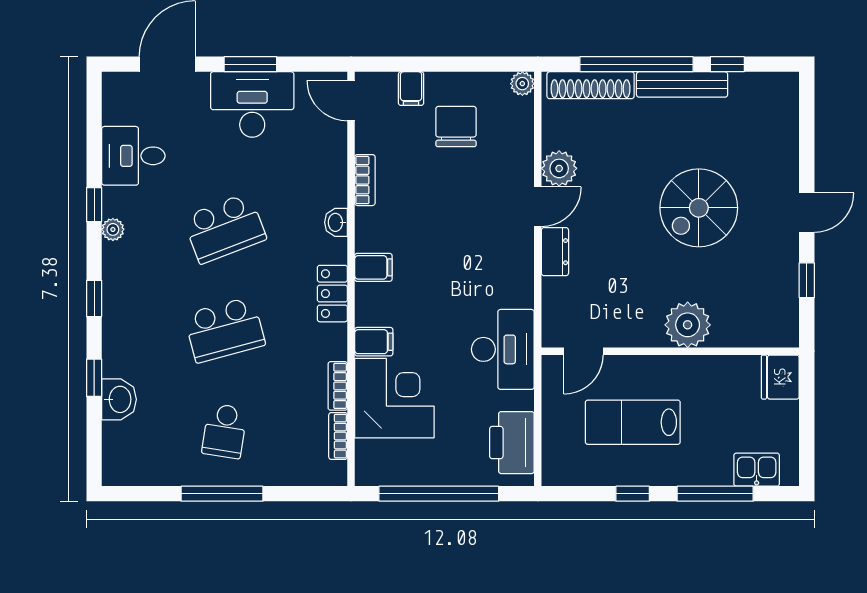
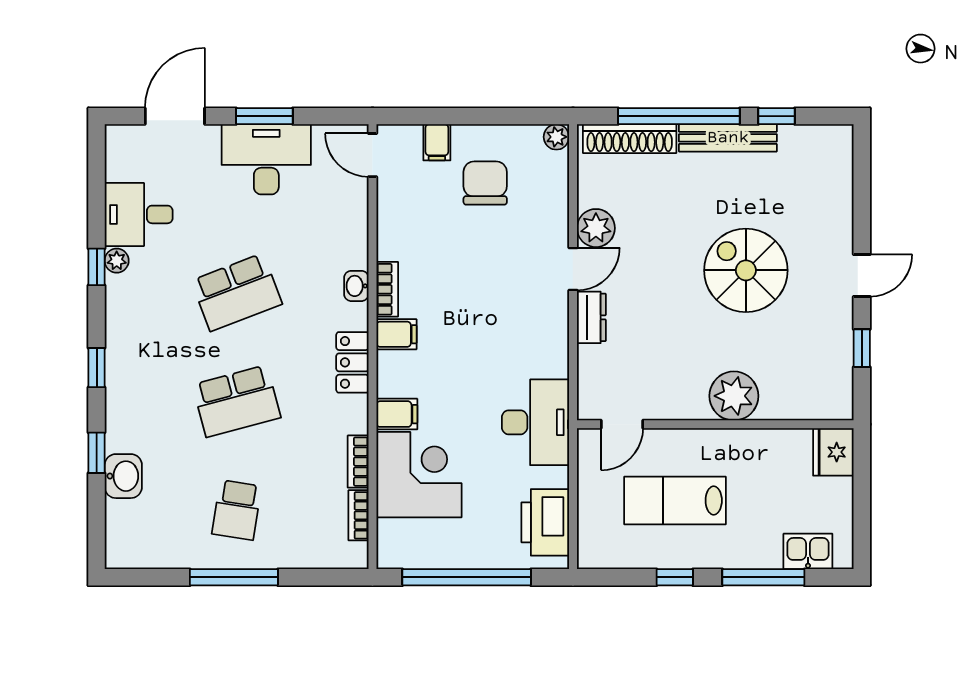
bookcase: (365, 180) -> (387, 289), moved
spiral stairs: (699, 208) -> (746, 270), turned 90
plant: (113, 229) -> (117, 261), moved

